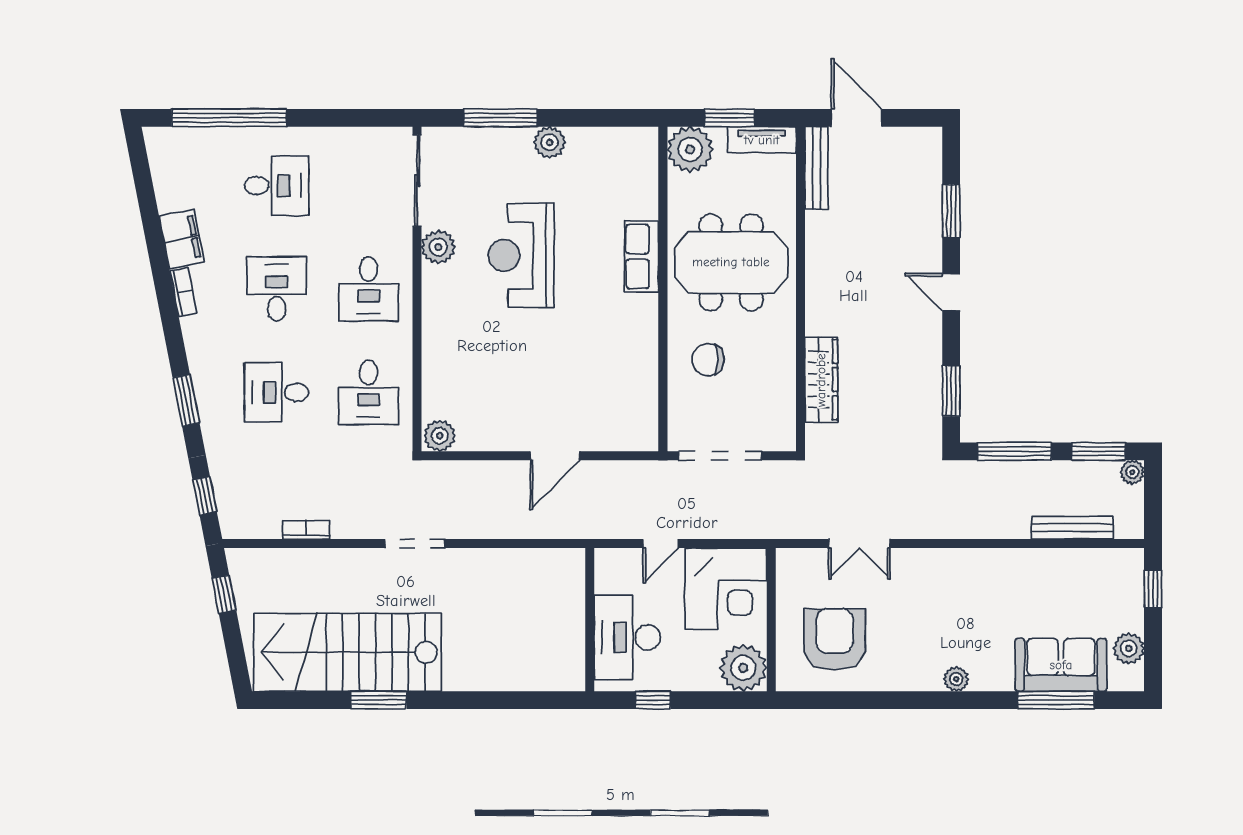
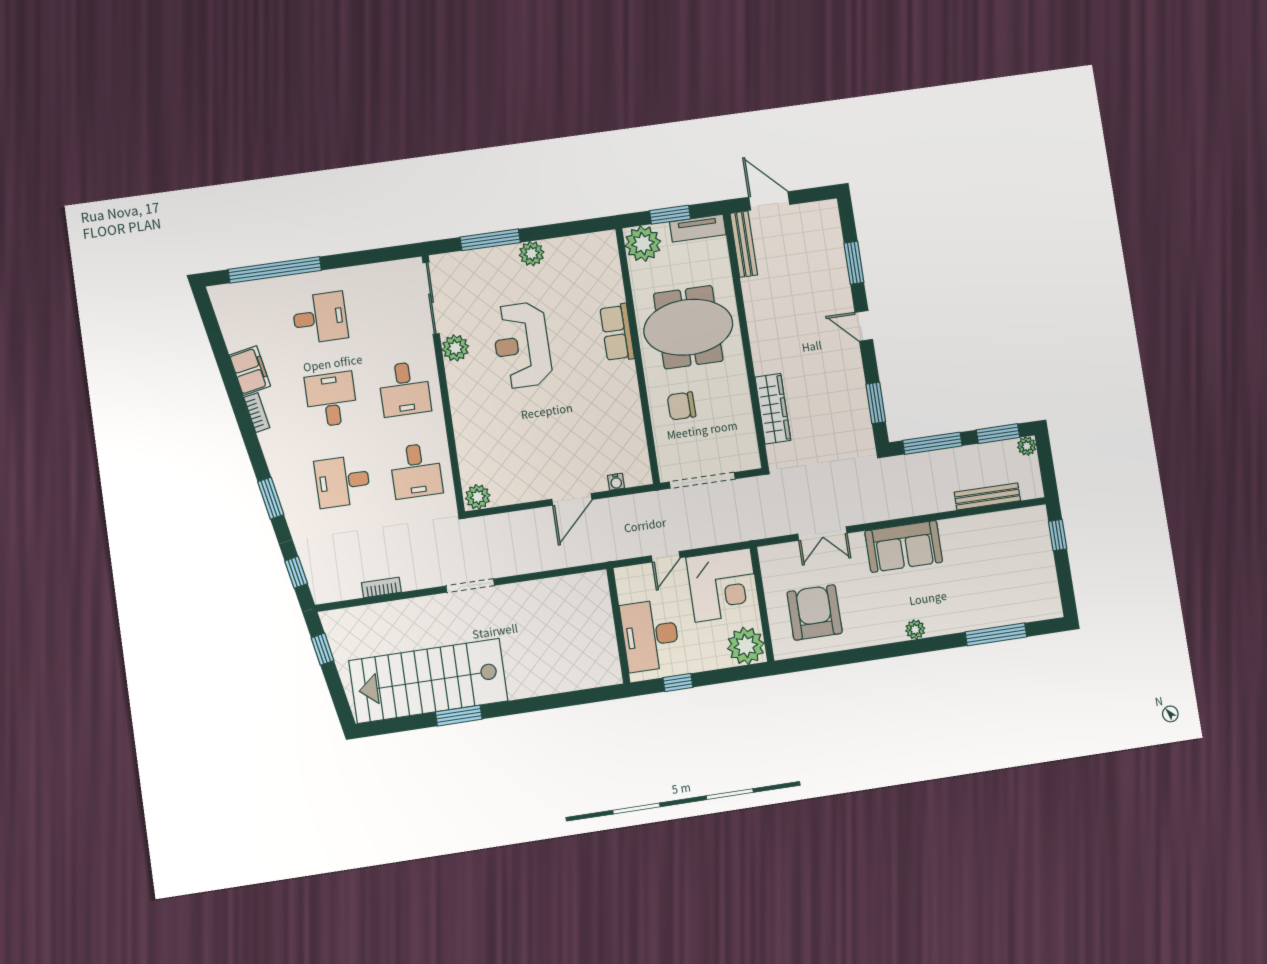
water cooler: (613, 442) -> (616, 482), added
plant: (1129, 648) -> (1046, 585), removed
sofa: (1061, 665) -> (904, 546), moved, turned 180

